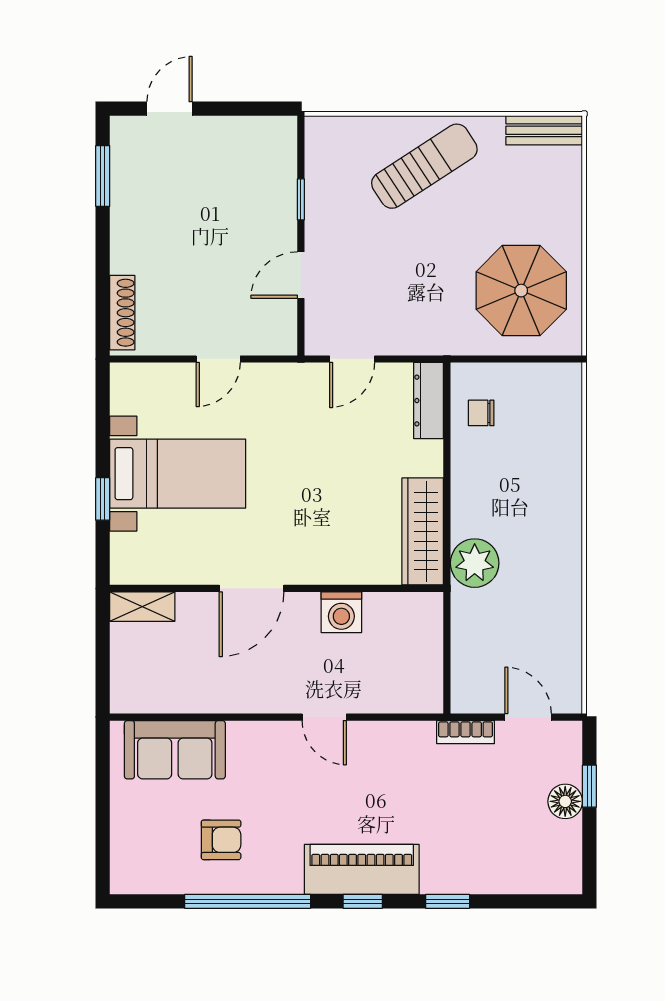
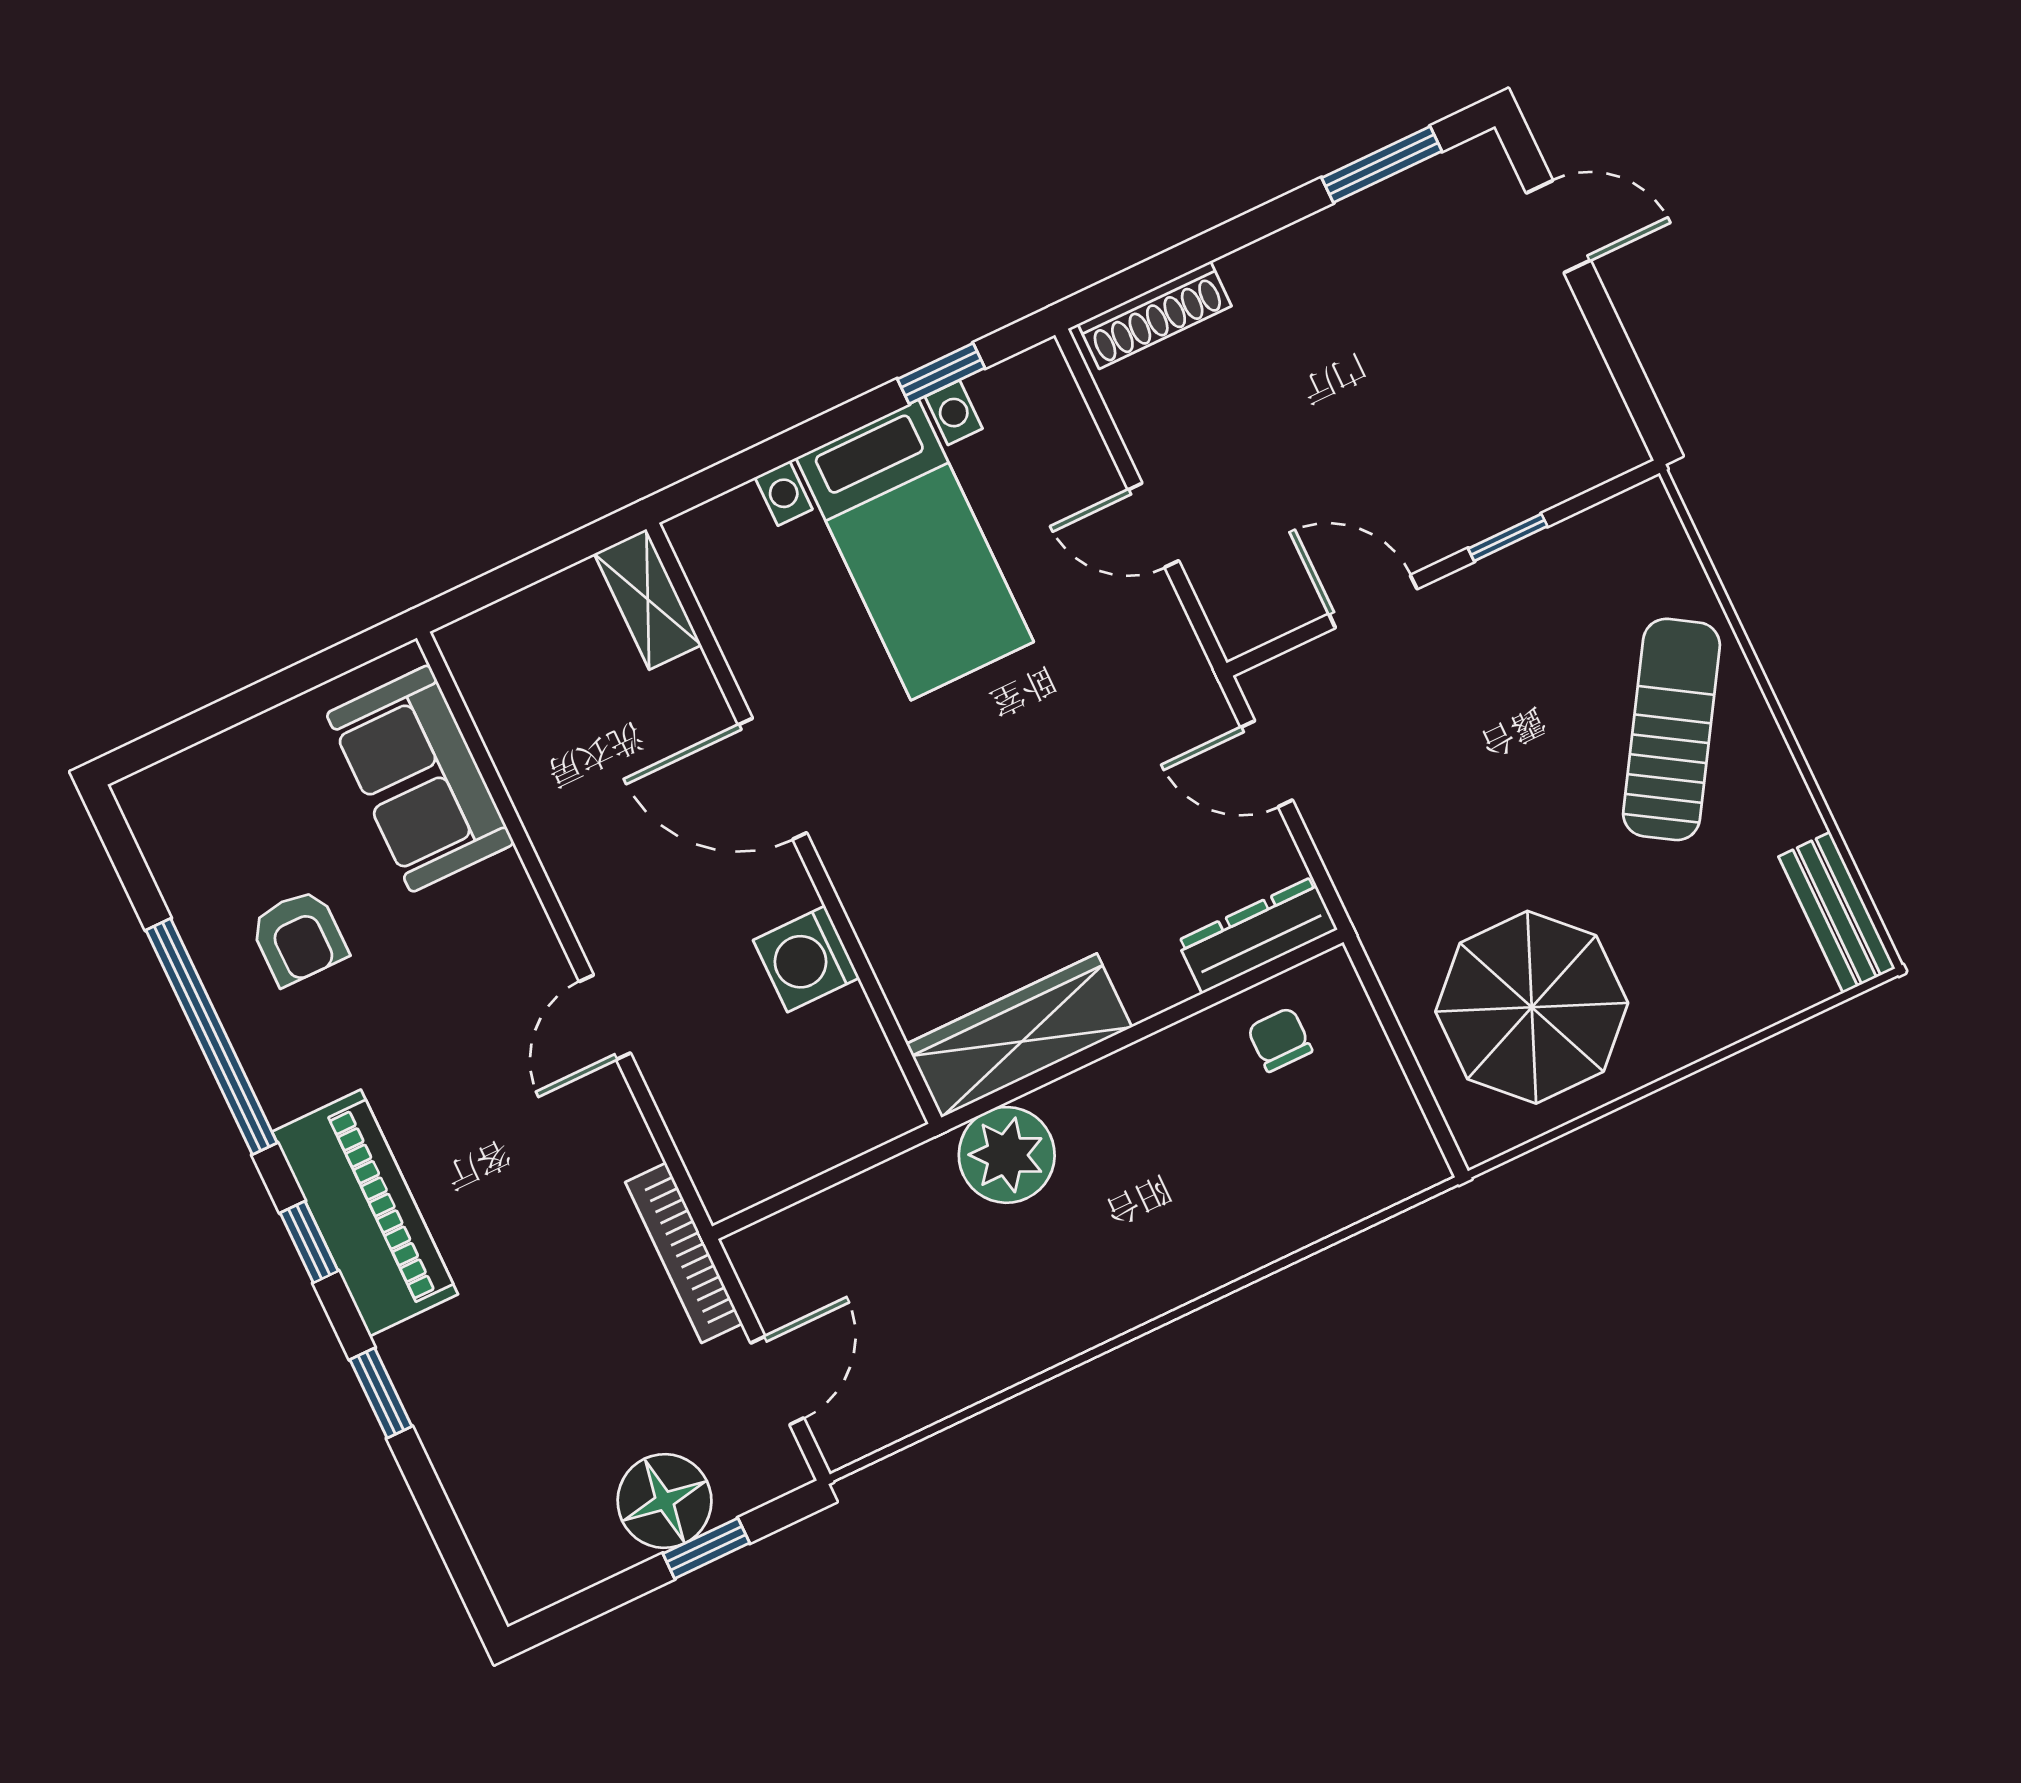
sun lounger: (424, 166) -> (1671, 729), turned -115
window: (103, 499) -> (941, 374), moved
bookcase: (466, 732) -> (684, 1253), width x1.56
floor lamp: (565, 801) -> (665, 1501), width x1.38, depth x1.38

